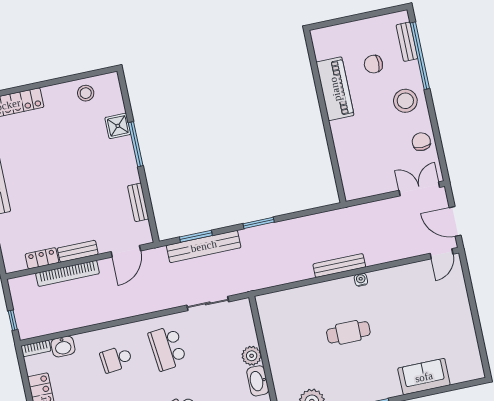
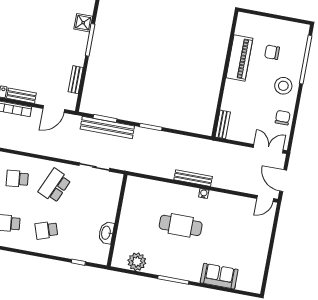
bench: (407, 42) -> (223, 124), moved
cafe table: (348, 332) -> (181, 225), width x1.37, depth x1.35
school desk: (167, 348) -> (55, 186), turned 30
plant: (252, 356) -> (109, 214), removed

